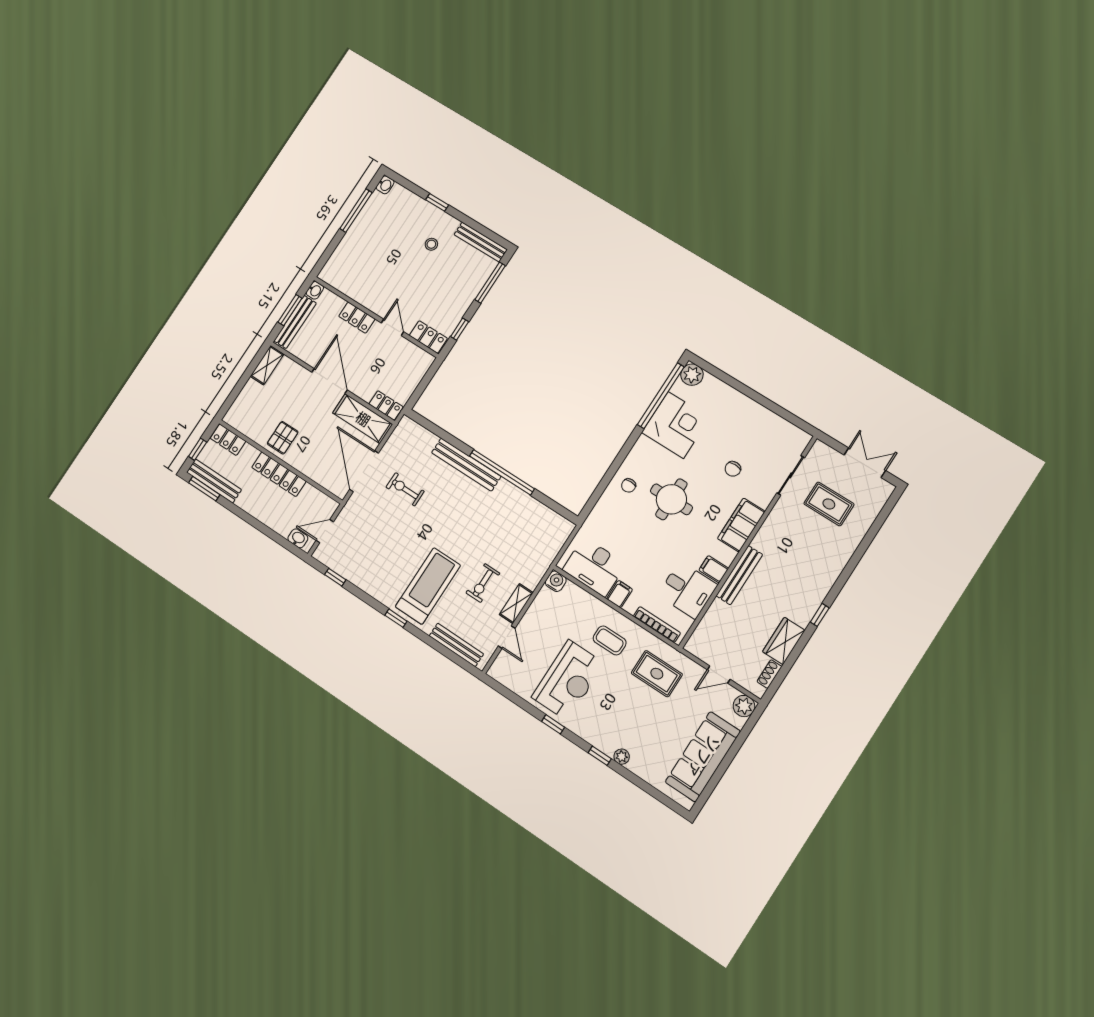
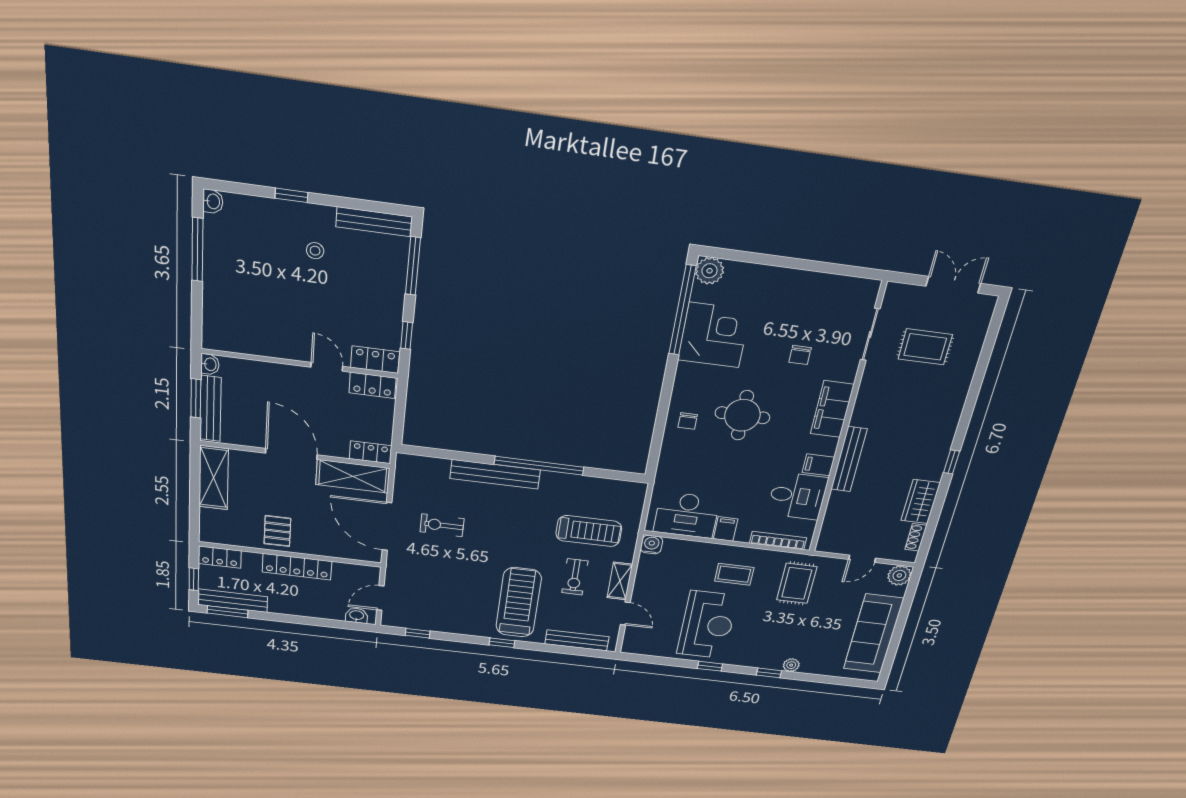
locker: (357, 318) -> (373, 385), moved
shelving: (267, 365) -> (214, 478), width x1.50, depth x1.33
treadmill: (513, 546) -> (589, 531), added
rug: (657, 674) -> (797, 583), turned 90

